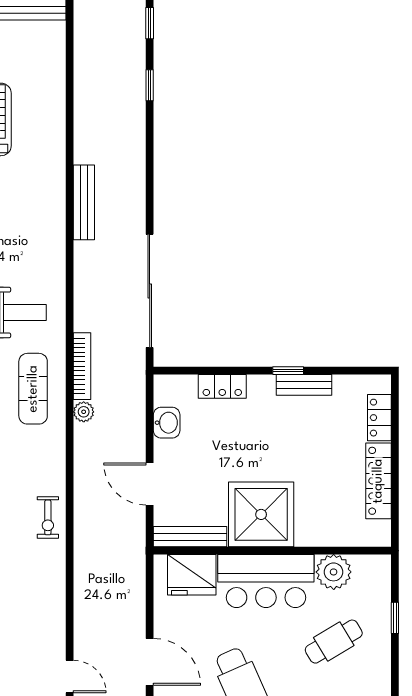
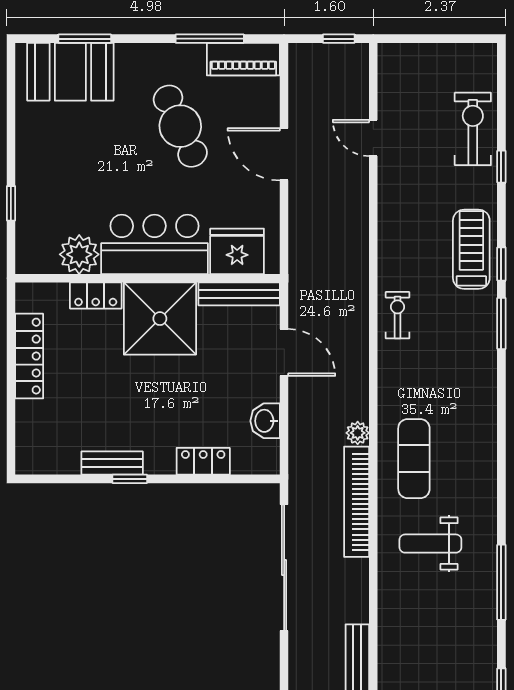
bookcase: (82, 366) -> (357, 502), width x1.48, depth x1.31
locker: (379, 418) -> (96, 295), moved, turned 90
cafe table: (334, 642) -> (79, 177), removed

